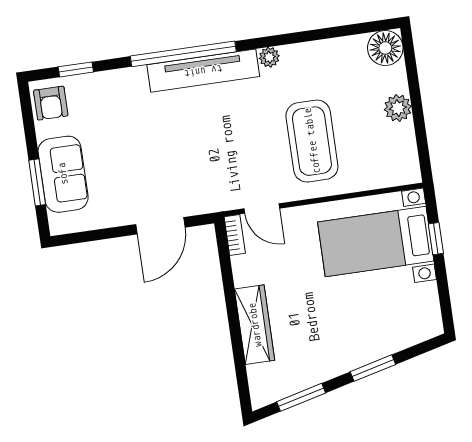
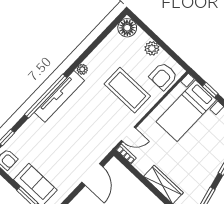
armchair: (382, 163) -> (163, 76), added

